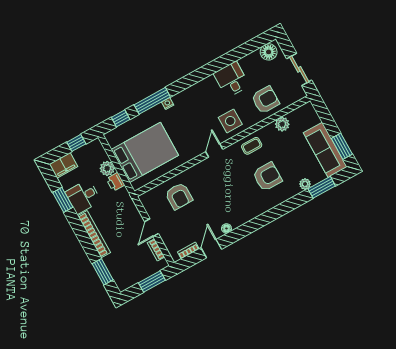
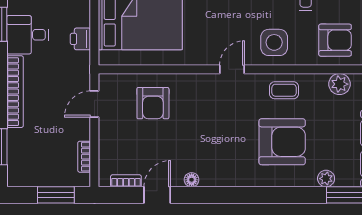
plant: (107, 168) -> (80, 15), removed
armchair: (267, 177) -> (282, 142), width x1.36, depth x1.36
door: (151, 228) -> (94, 104), moved

